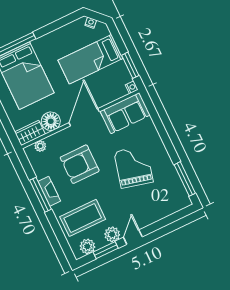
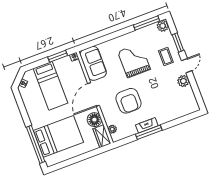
door: (84, 117) -> (94, 94), hinge flipped
grand piano: (134, 167) -> (134, 61), turned 76
coffee table: (83, 218) -> (166, 57), moved, width x0.54, depth x0.58
door: (133, 237) -> (187, 66), swing flipped
plant: (87, 246) -> (163, 26), moved
window: (106, 250) -> (178, 43), moved

